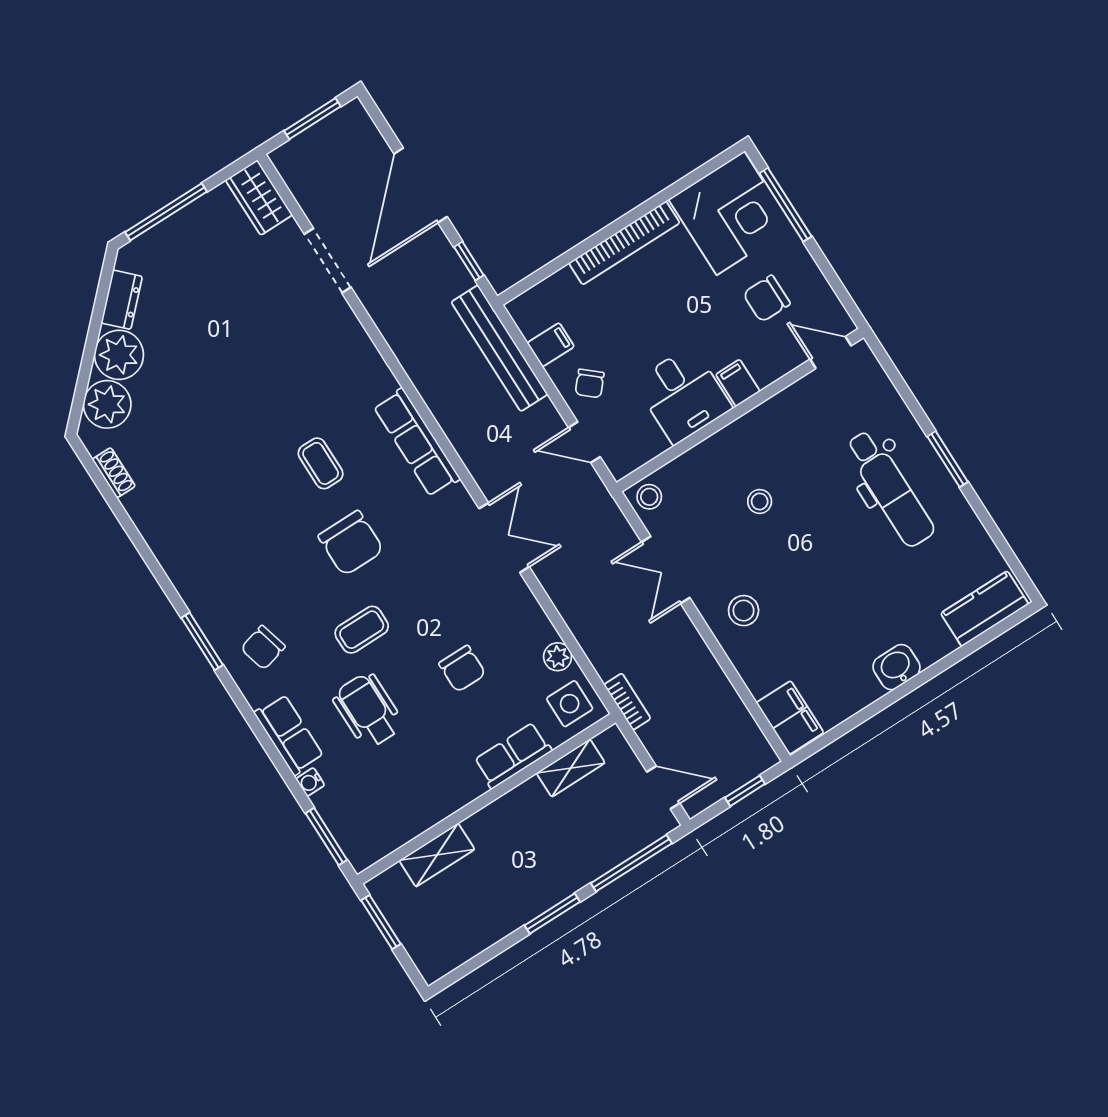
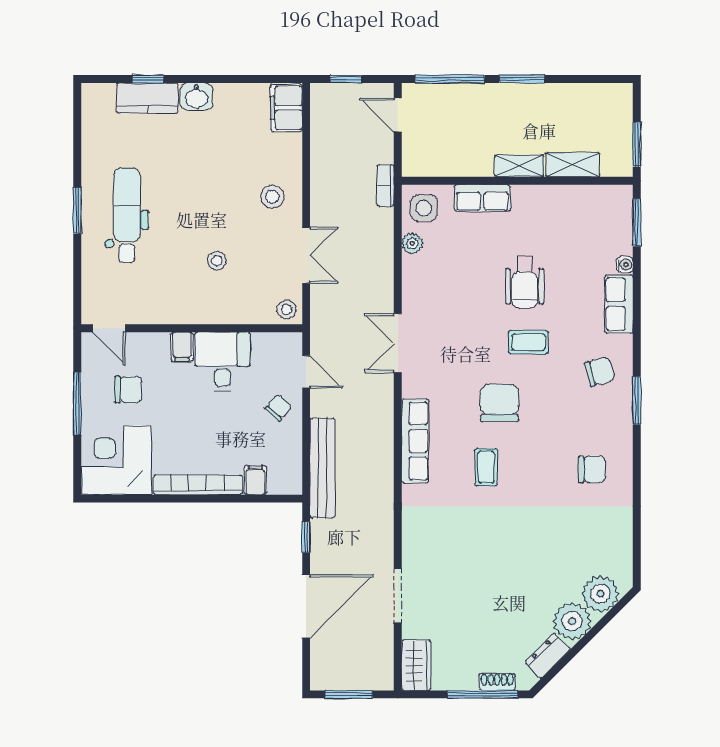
window: (786, 205) -> (77, 404), moved
filing cabinet: (551, 345) -> (255, 480), moved, turned 90
shoe rack: (114, 473) -> (497, 682), moved, turned 90
kitchen counter: (985, 609) -> (147, 98), moved
window: (962, 653) -> (148, 79), added
chair: (462, 669) -> (592, 469), moved, turned 90
wheelchair: (368, 710) -> (525, 282), moved
shelving: (571, 768) -> (519, 166), moved

